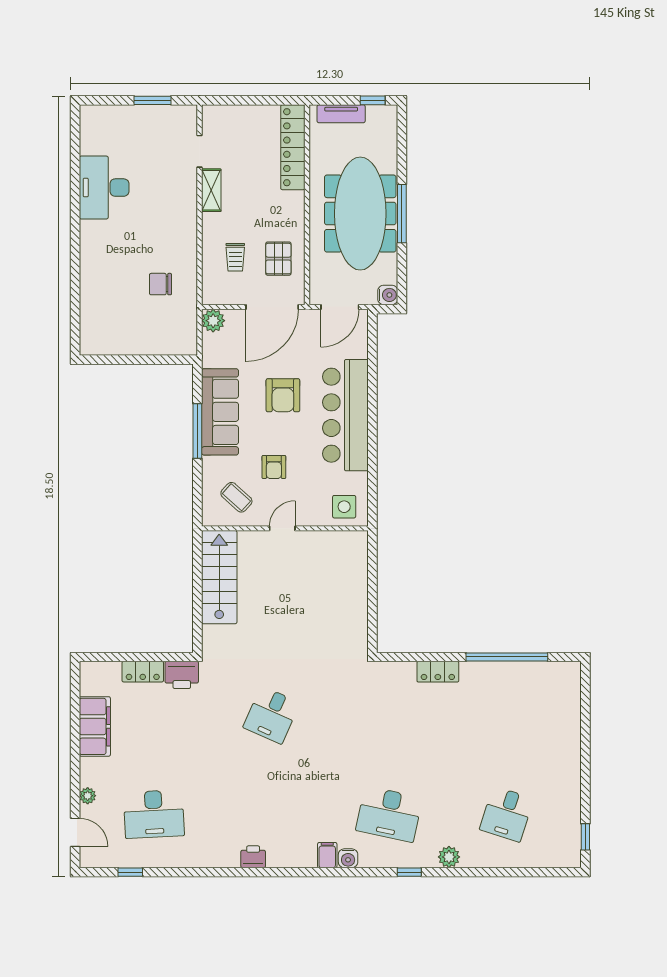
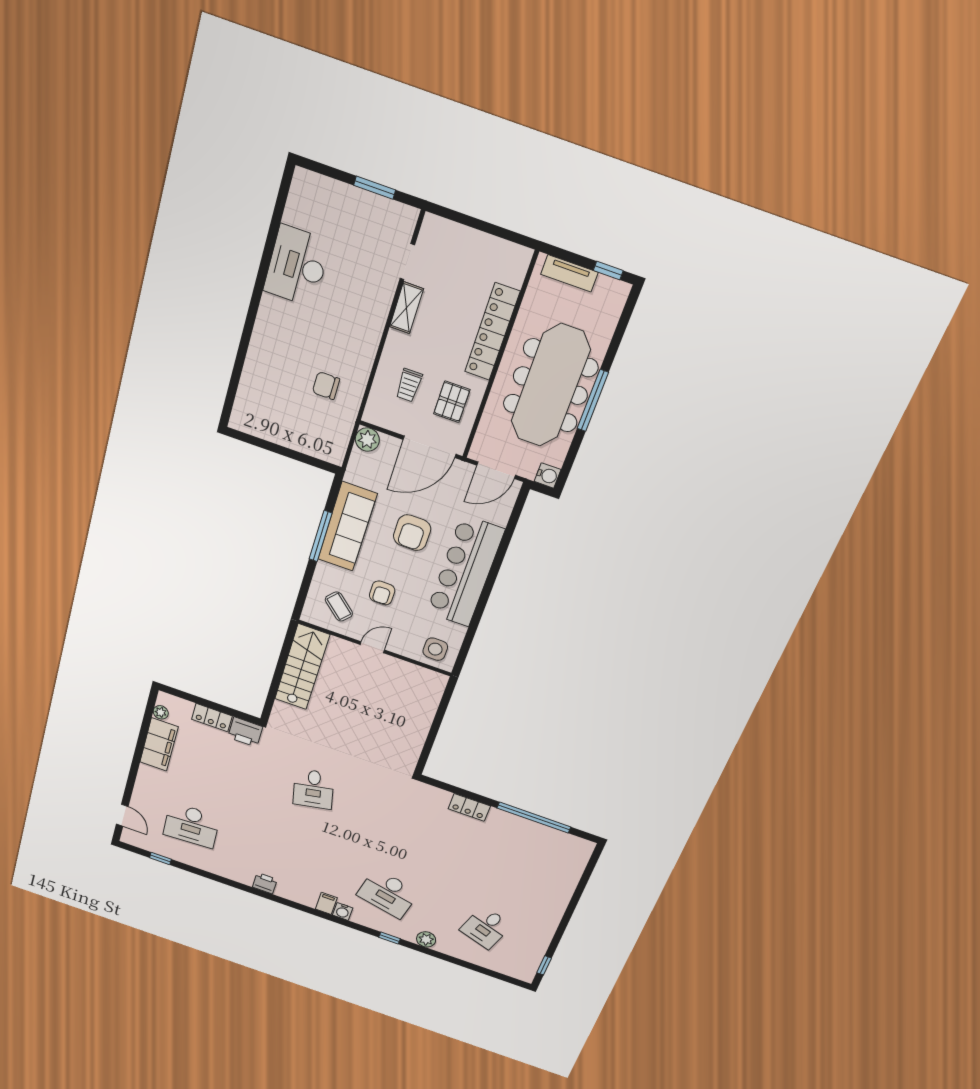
locker: (293, 147) -> (492, 332), moved
desk: (271, 715) -> (313, 789), turned -36
plant: (88, 796) -> (161, 712), moved

